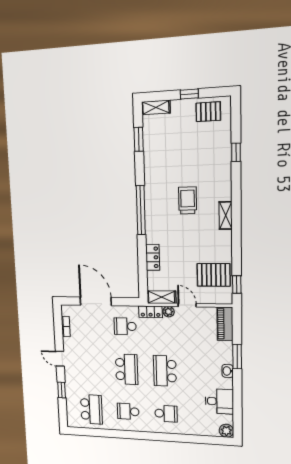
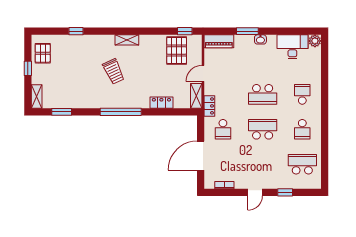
trolley: (188, 200) -> (114, 71), turned -115
plant: (169, 312) -> (209, 90), removed
desk: (219, 401) -> (292, 47), width x1.37

